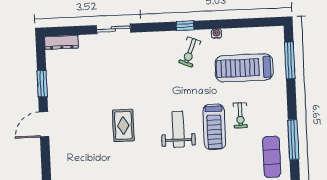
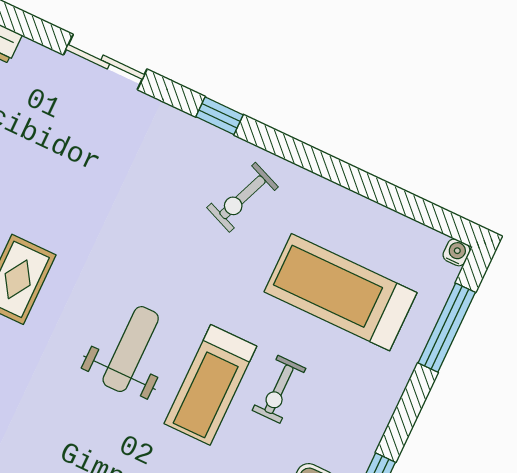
window: (185, 26) -> (220, 116), moved
water cooler: (216, 34) -> (456, 252), moved

